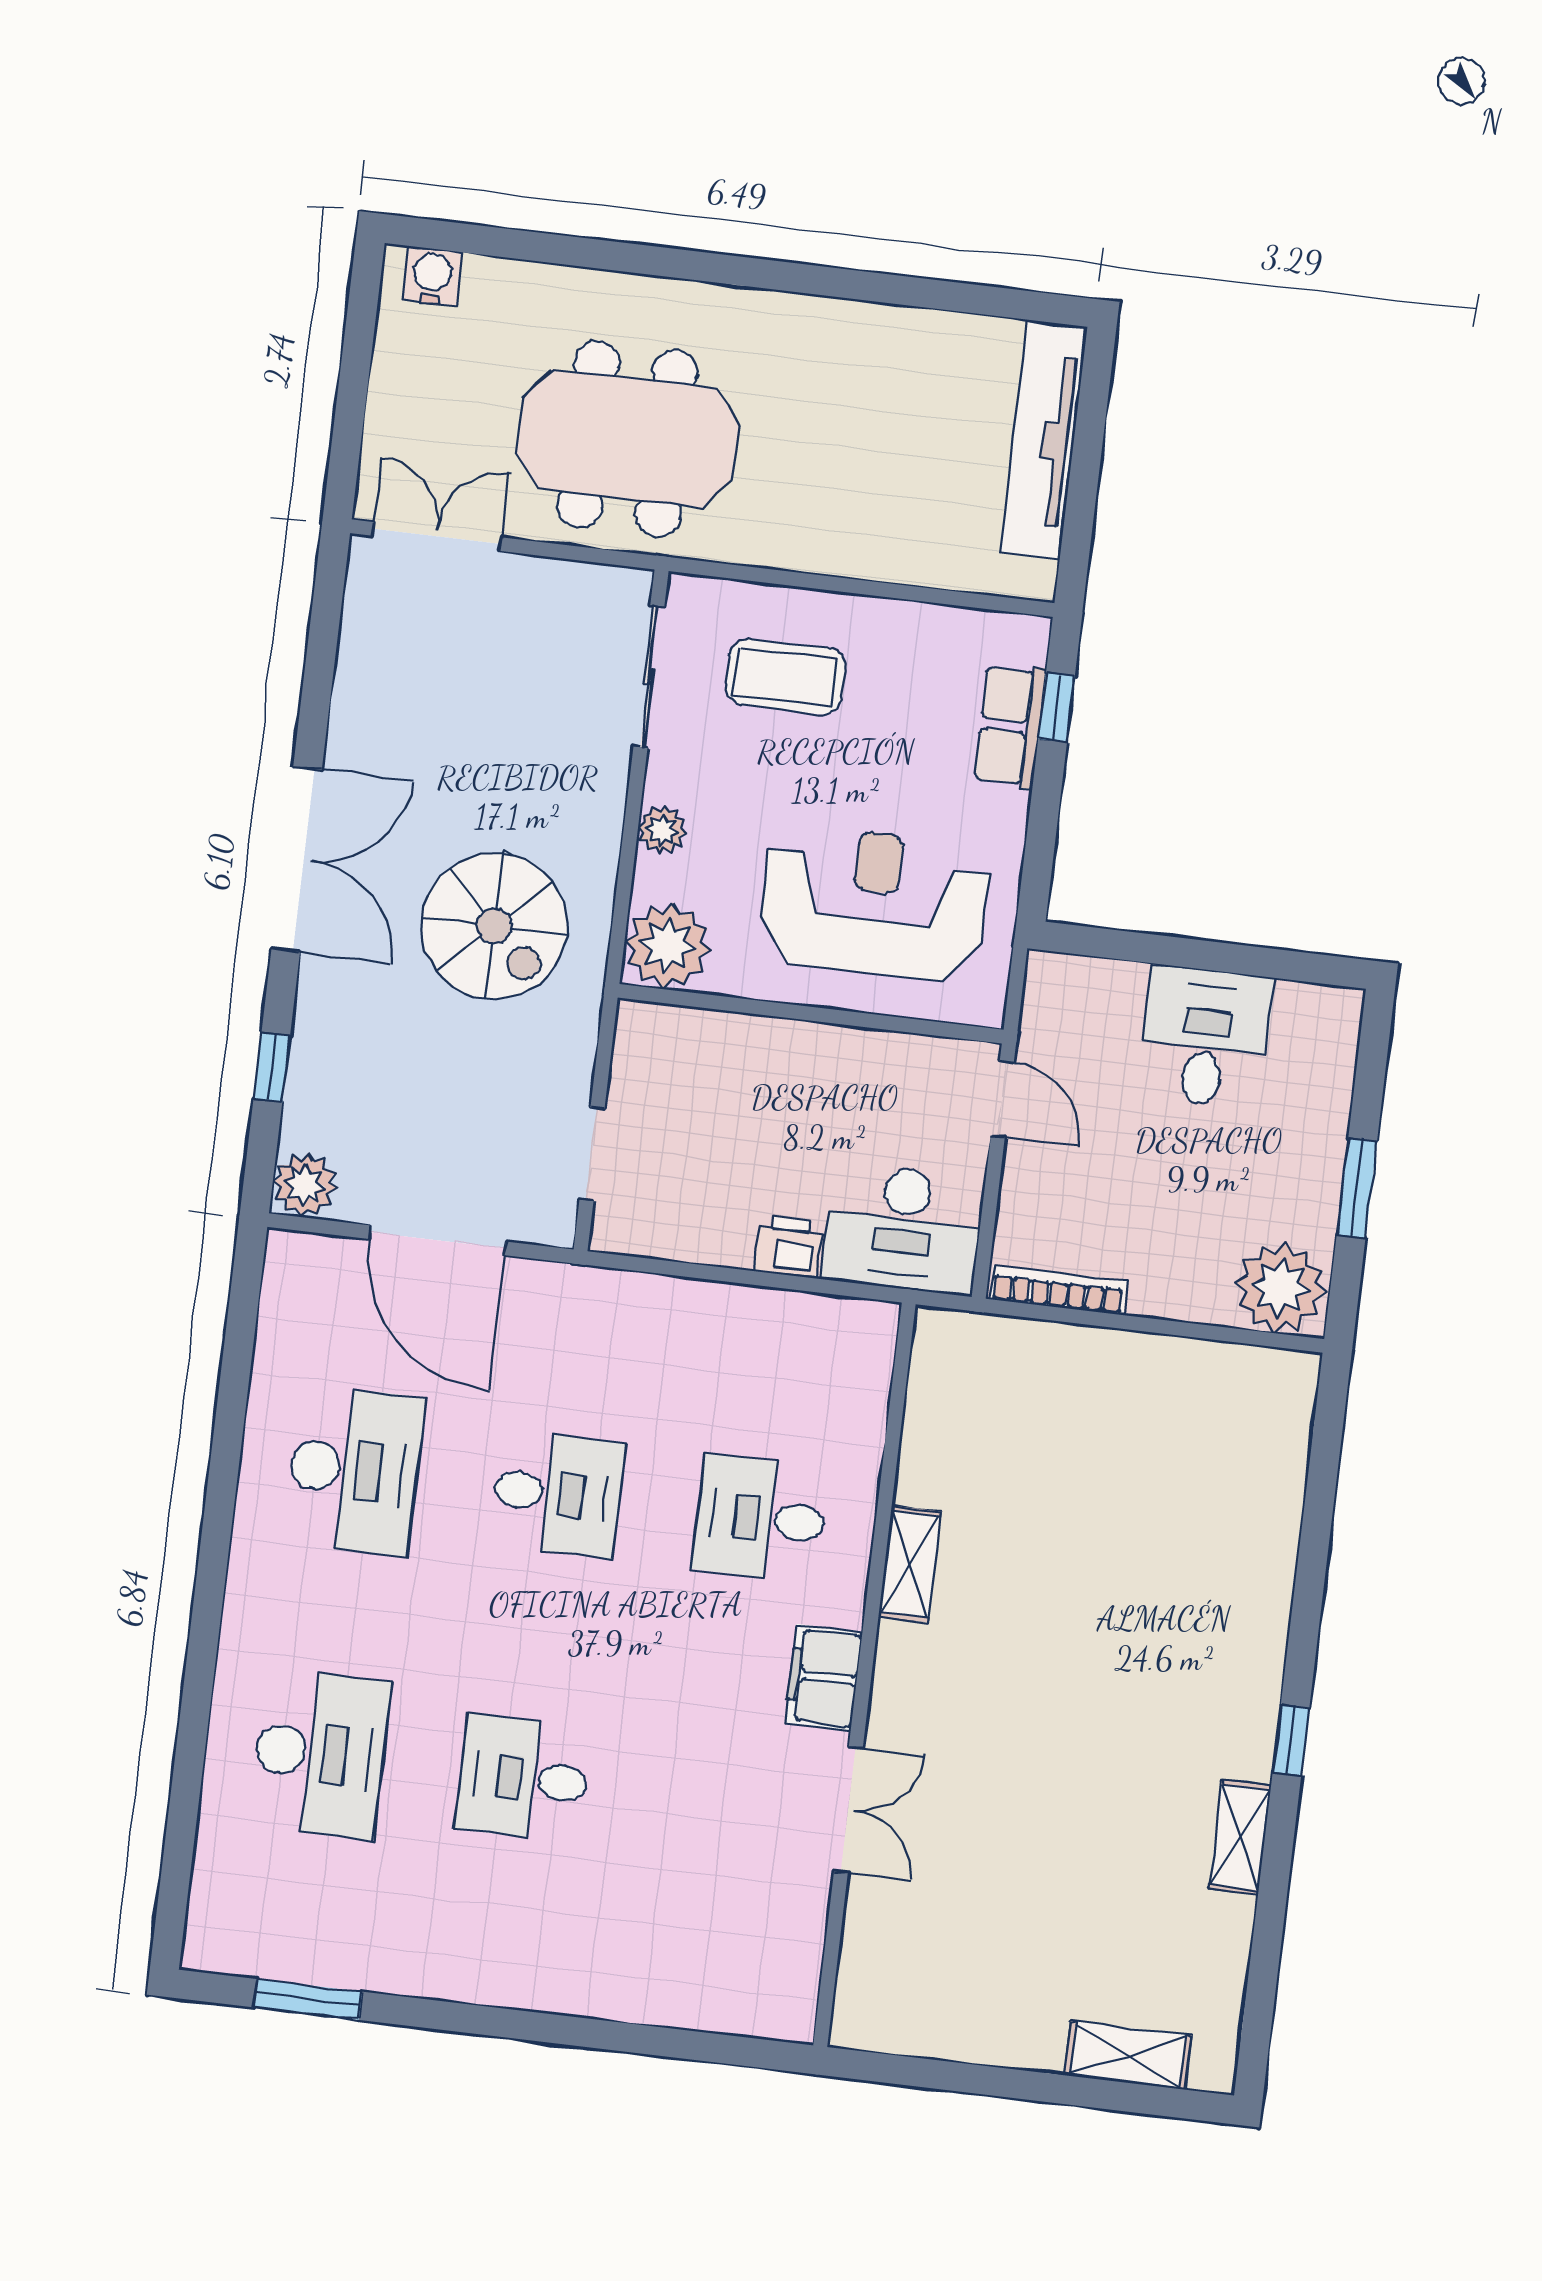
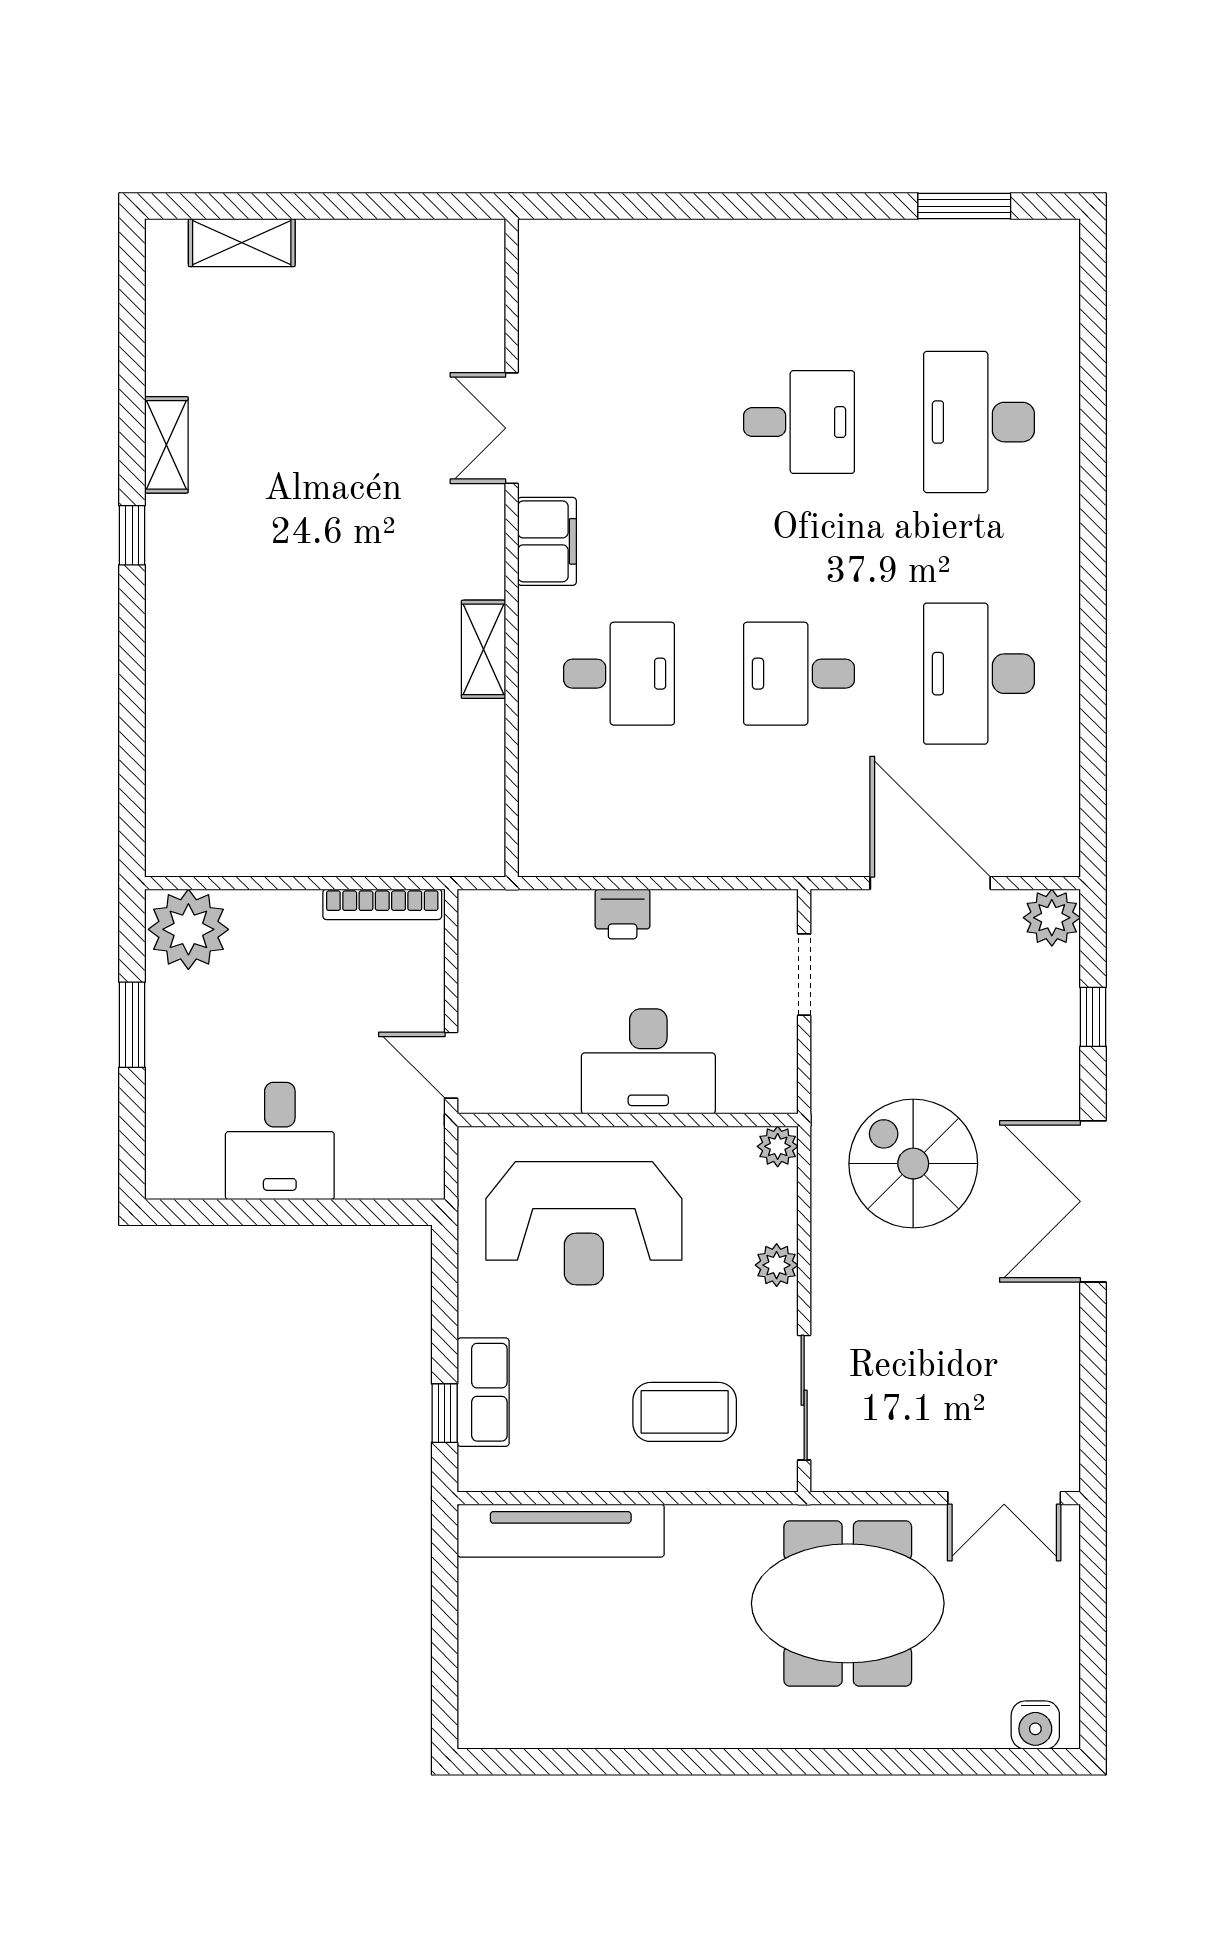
tv unit: (1044, 440) -> (561, 1531), moved, turned 90
plant: (668, 946) -> (778, 1146), width x0.53, depth x0.53
desk: (903, 1229) -> (648, 1061), moved, turned 180

